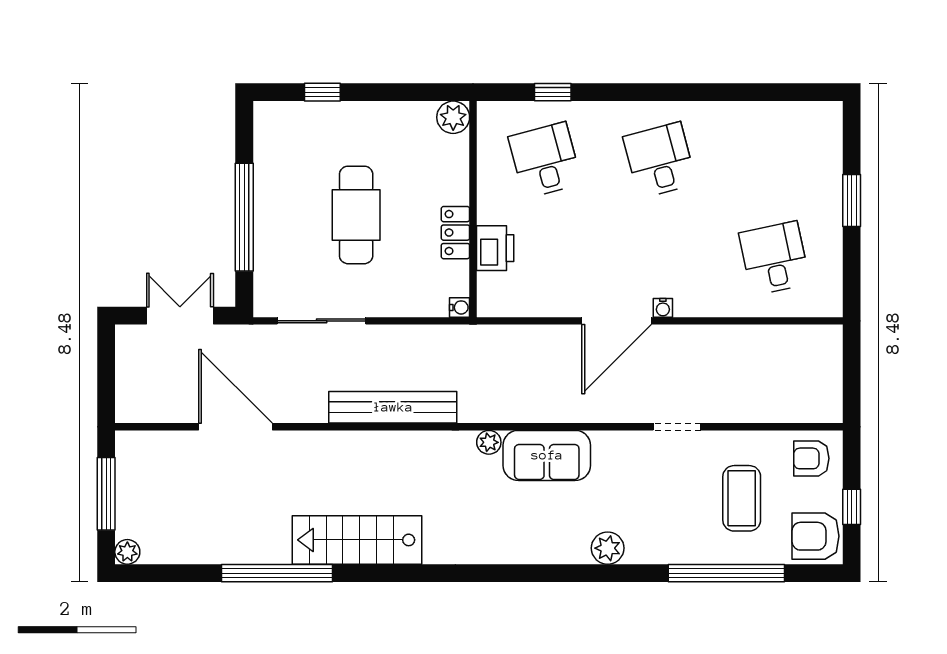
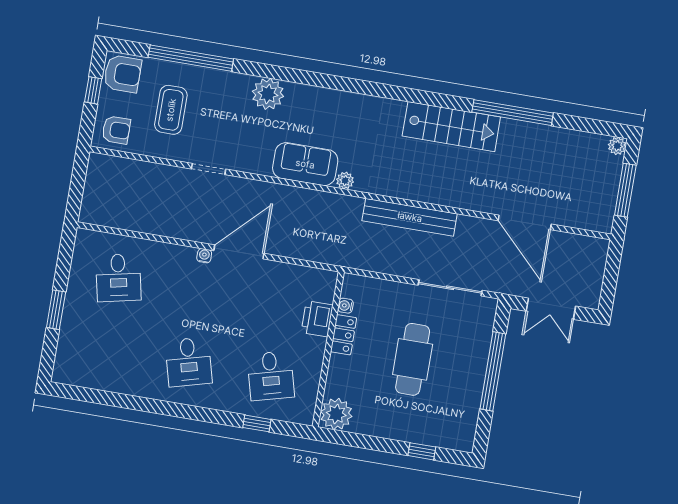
plant: (453, 117) -> (336, 414), width x1.36, depth x1.36
water cooler: (460, 307) -> (345, 306), moved
plant: (608, 548) -> (268, 94), width x1.36, depth x1.36

